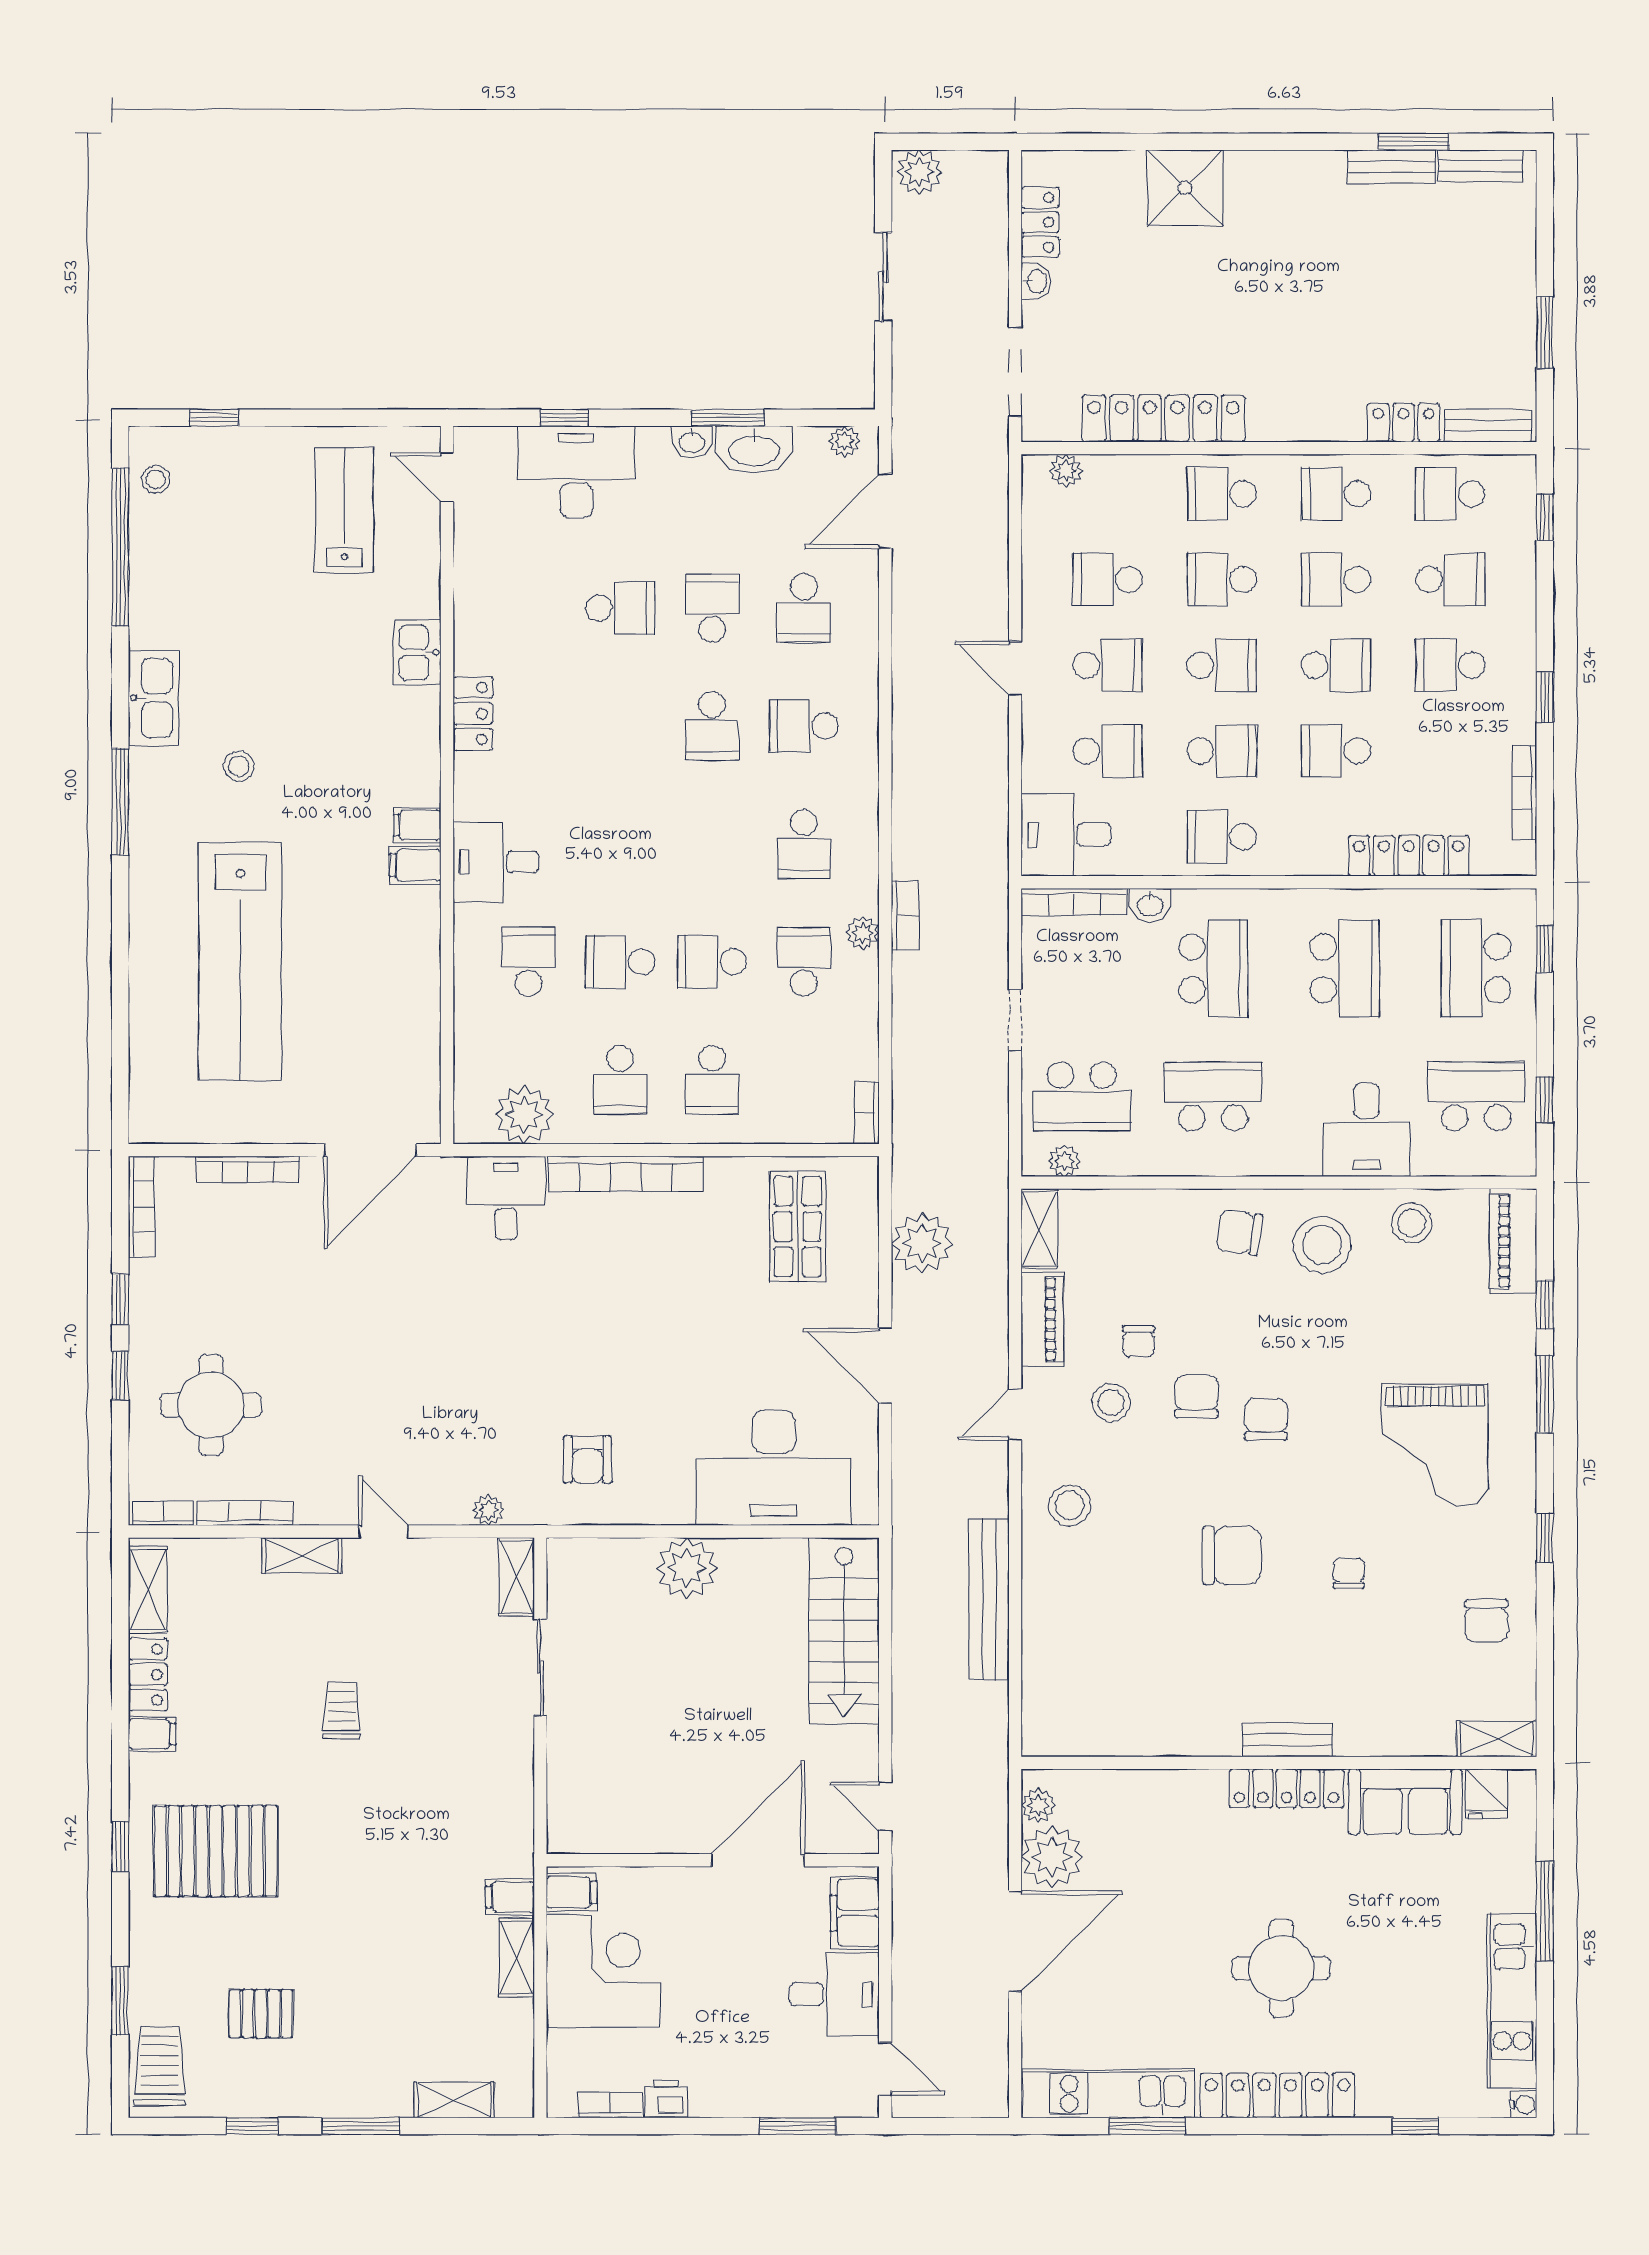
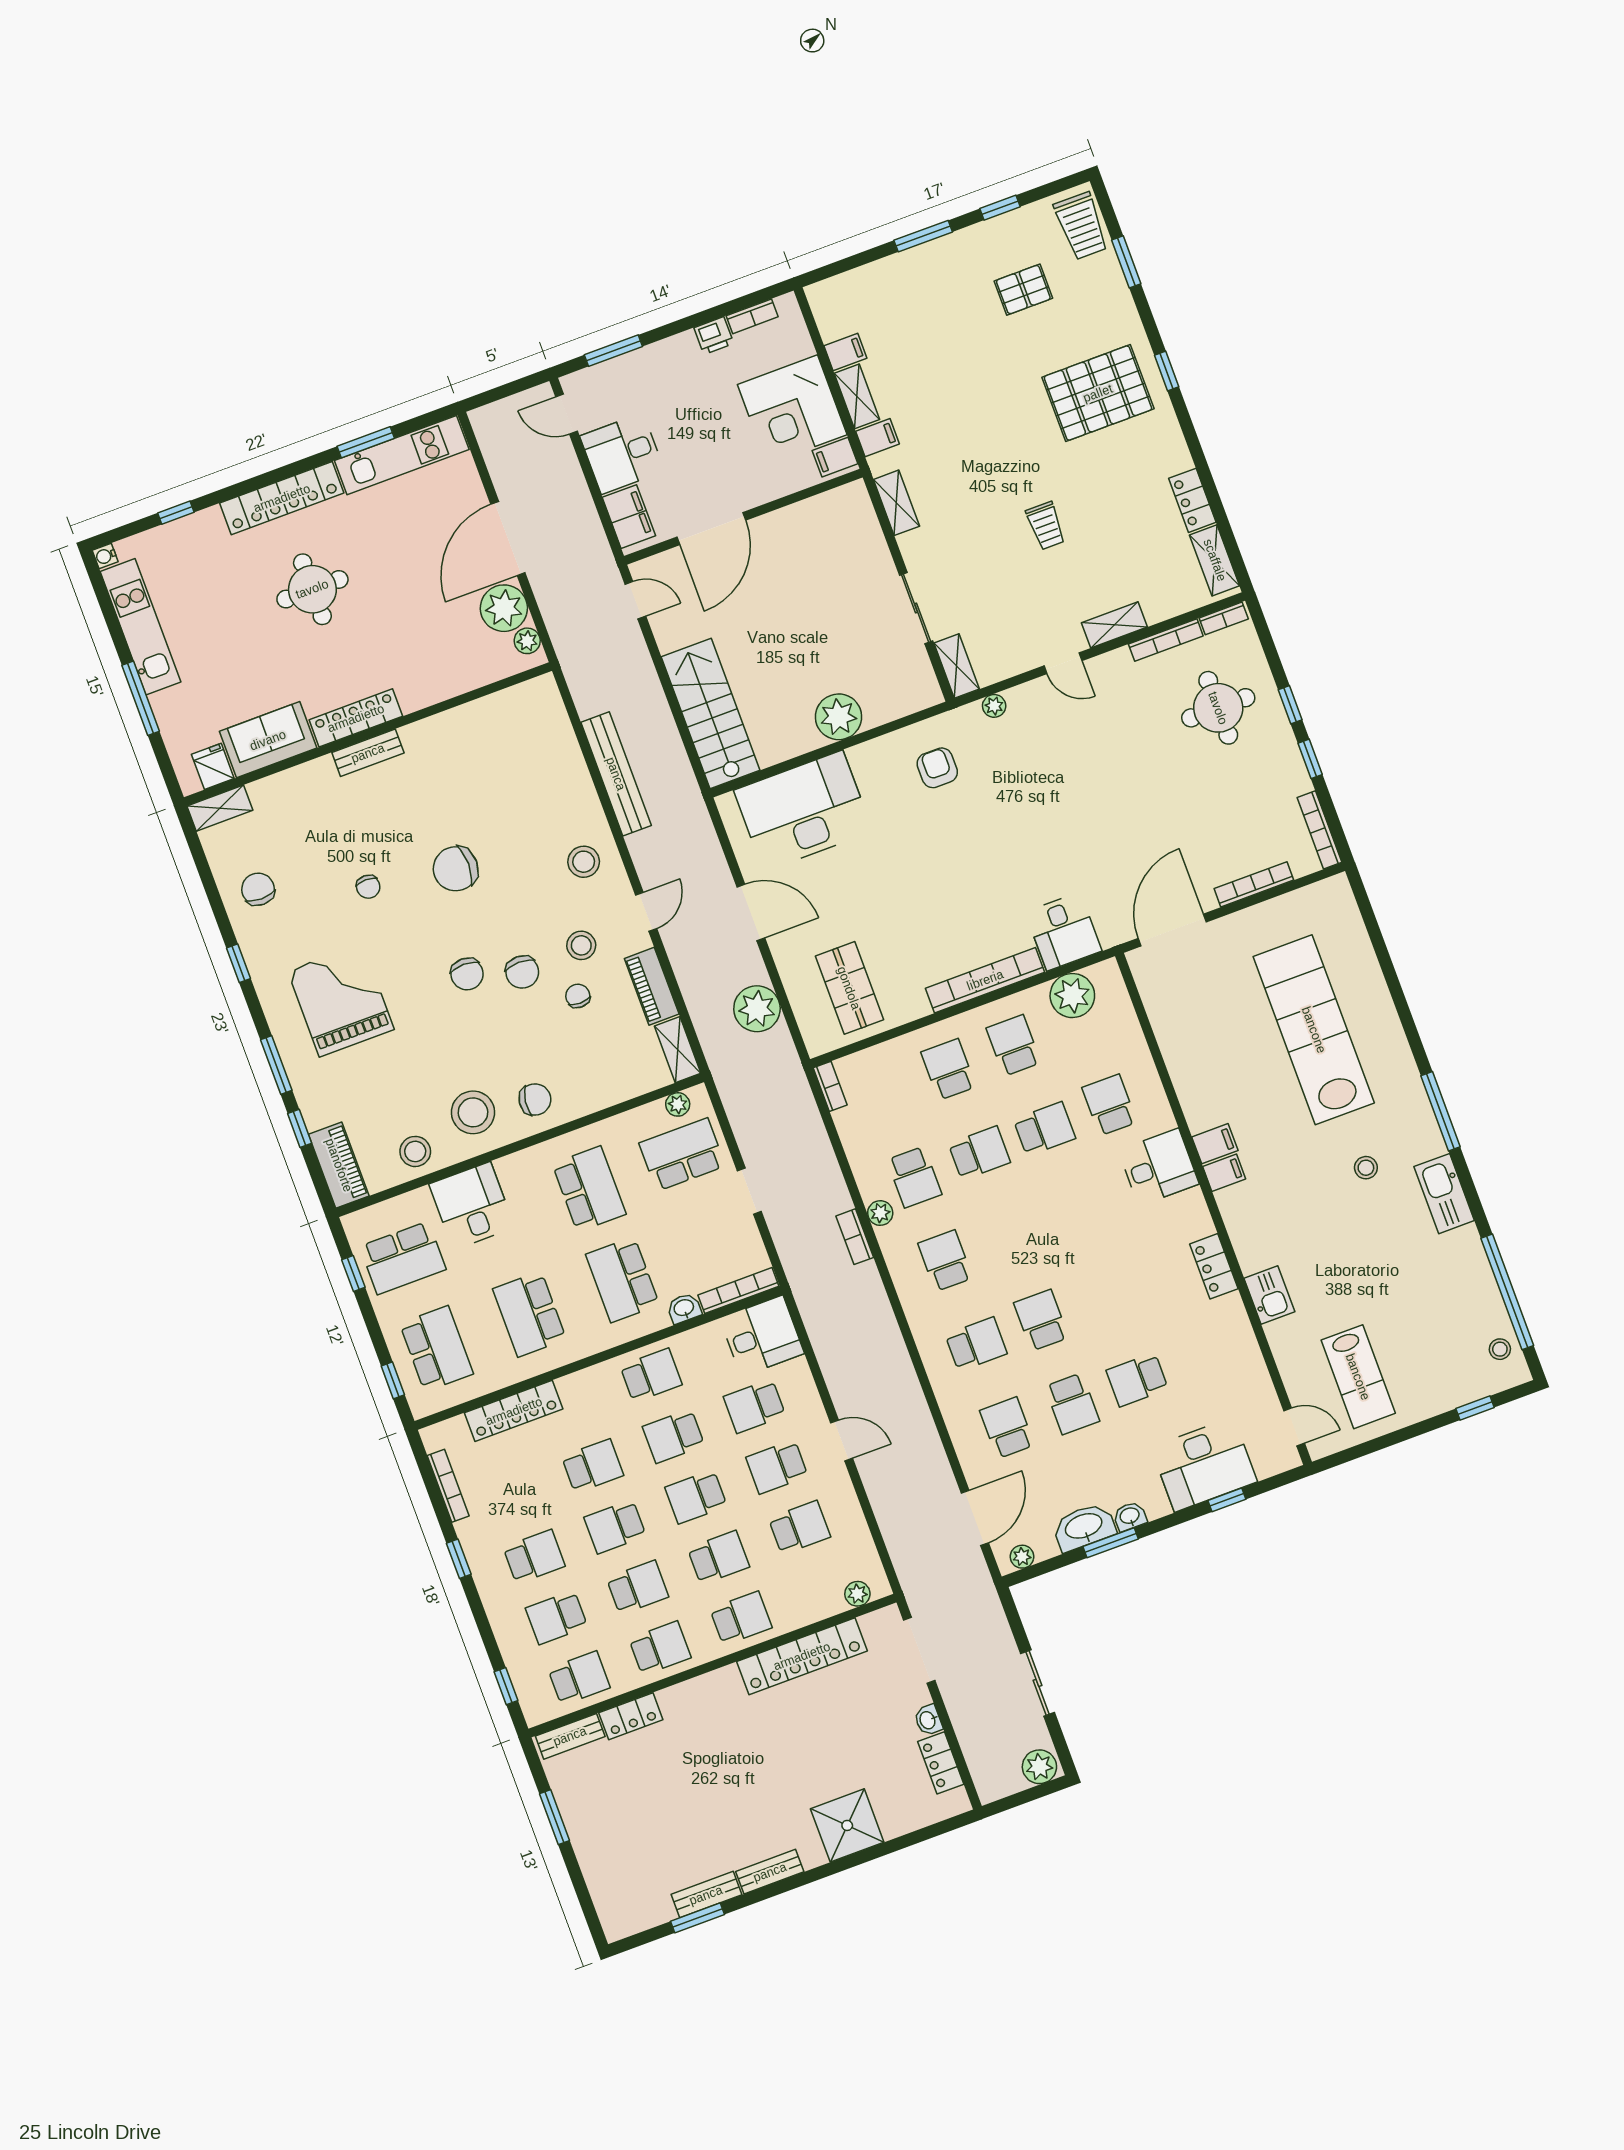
bench: (1480, 166) -> (770, 1872), moved
school desk: (528, 962) -> (1109, 1105), turned 180
school desk: (1213, 1096) -> (589, 1189), turned -90
filing cabinet: (152, 1734) -> (845, 352), moved, turned 180
shelving: (454, 2100) -> (896, 503), moved, turned 90

